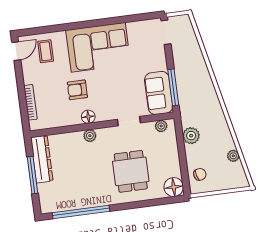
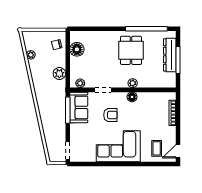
armchair: (77, 90) -> (110, 115), moved
dresser: (42, 159) -> (170, 55), moved
dining table: (131, 171) -> (131, 50), moved
floor lamp: (174, 187) -> (77, 49), moved

